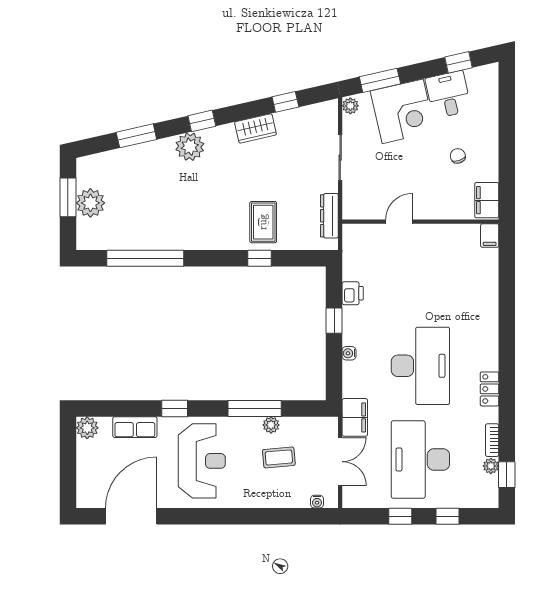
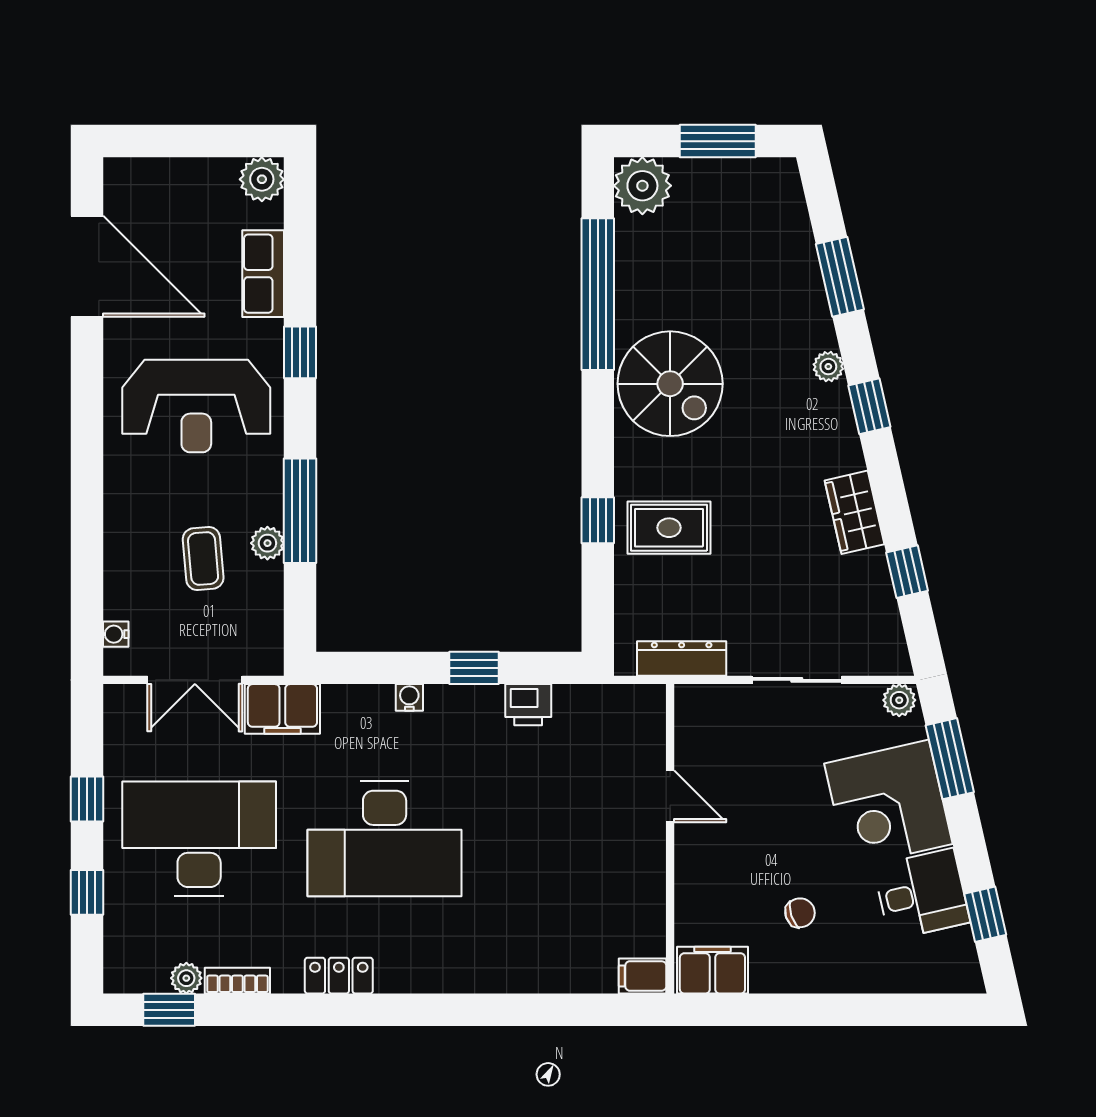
plant: (190, 147) -> (828, 367), width x0.53, depth x0.53
plant: (90, 203) -> (642, 186), moved
spiral stairs: (191, 222) -> (670, 384), added

